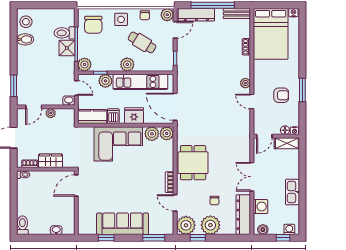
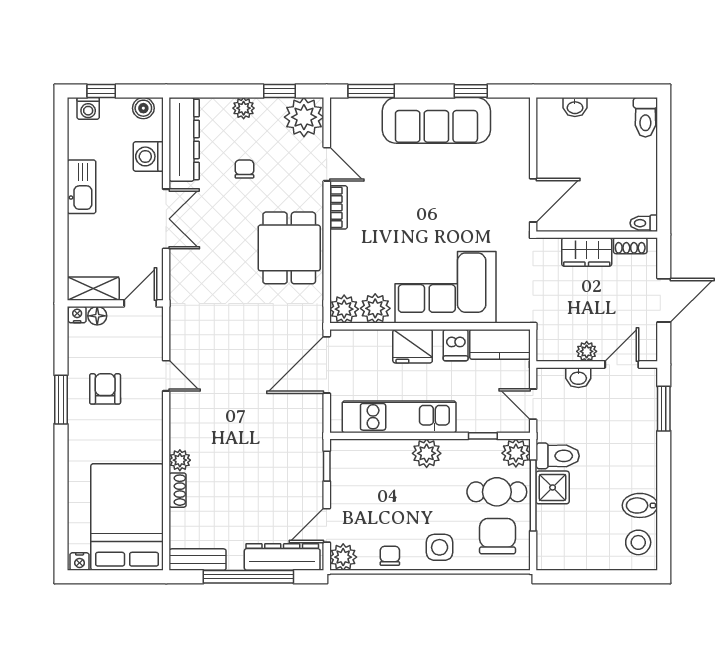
toilet: (64, 33) -> (558, 456), moved
cafe table: (142, 42) -> (497, 492), moved, turned -31
plant: (105, 81) -> (472, 419), removed
plant: (245, 83) -> (180, 460), moved
armchair: (281, 95) -> (105, 389), turned 90
washbasin: (69, 101) -> (578, 378), moved
door: (175, 107) -> (327, 365), swing flipped
plant: (210, 225) -> (244, 108), width x0.53, depth x0.53

